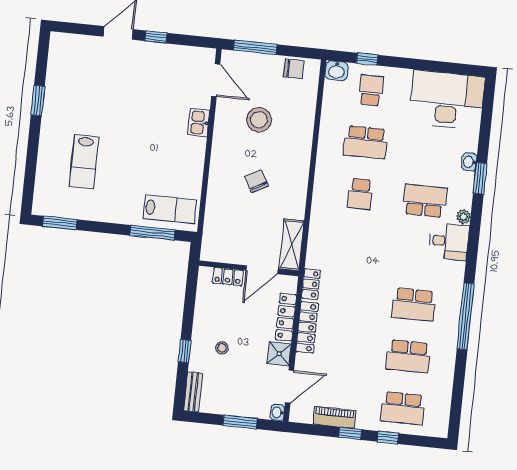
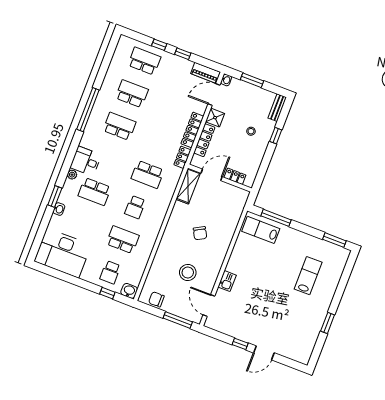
school desk: (360, 194) -> (135, 207), turned 180
school desk: (355, 246) -> (148, 174), added
piano: (334, 417) -> (206, 73), moved

